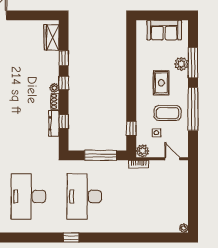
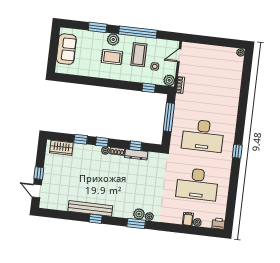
window: (20, 15) -> (39, 173), added
window: (193, 63) -> (98, 27), width x0.69
plant: (181, 64) -> (113, 39), moved

